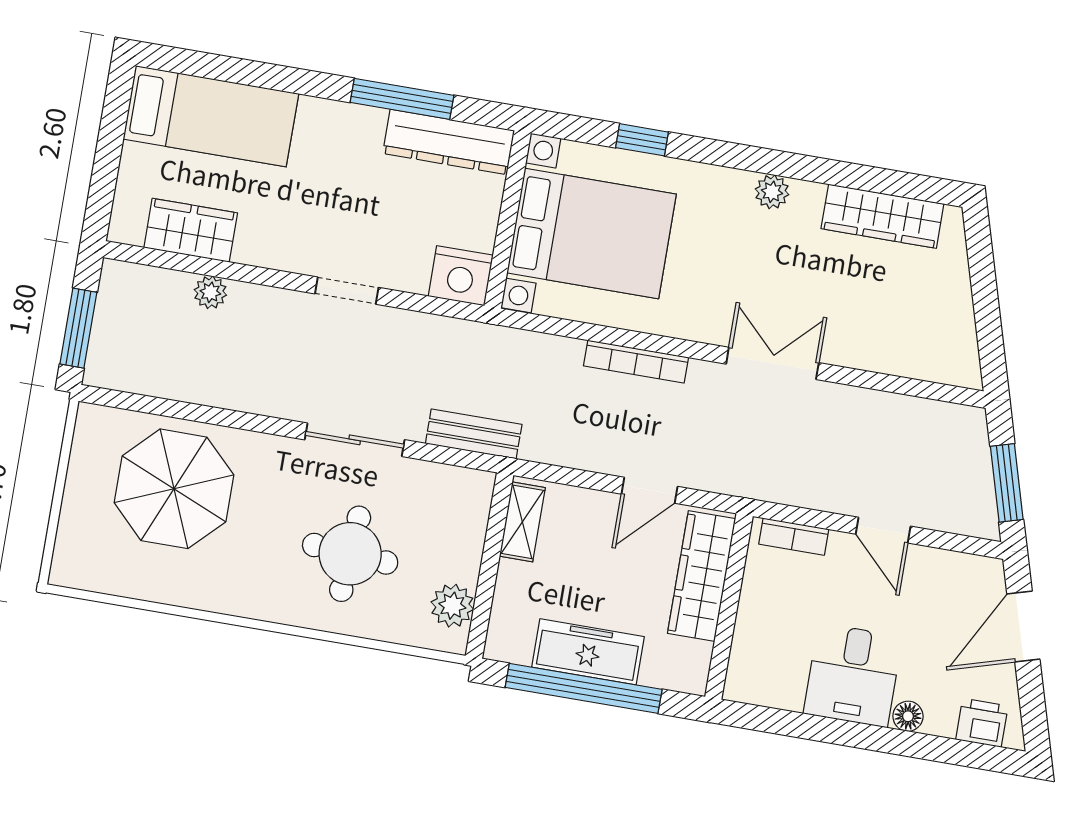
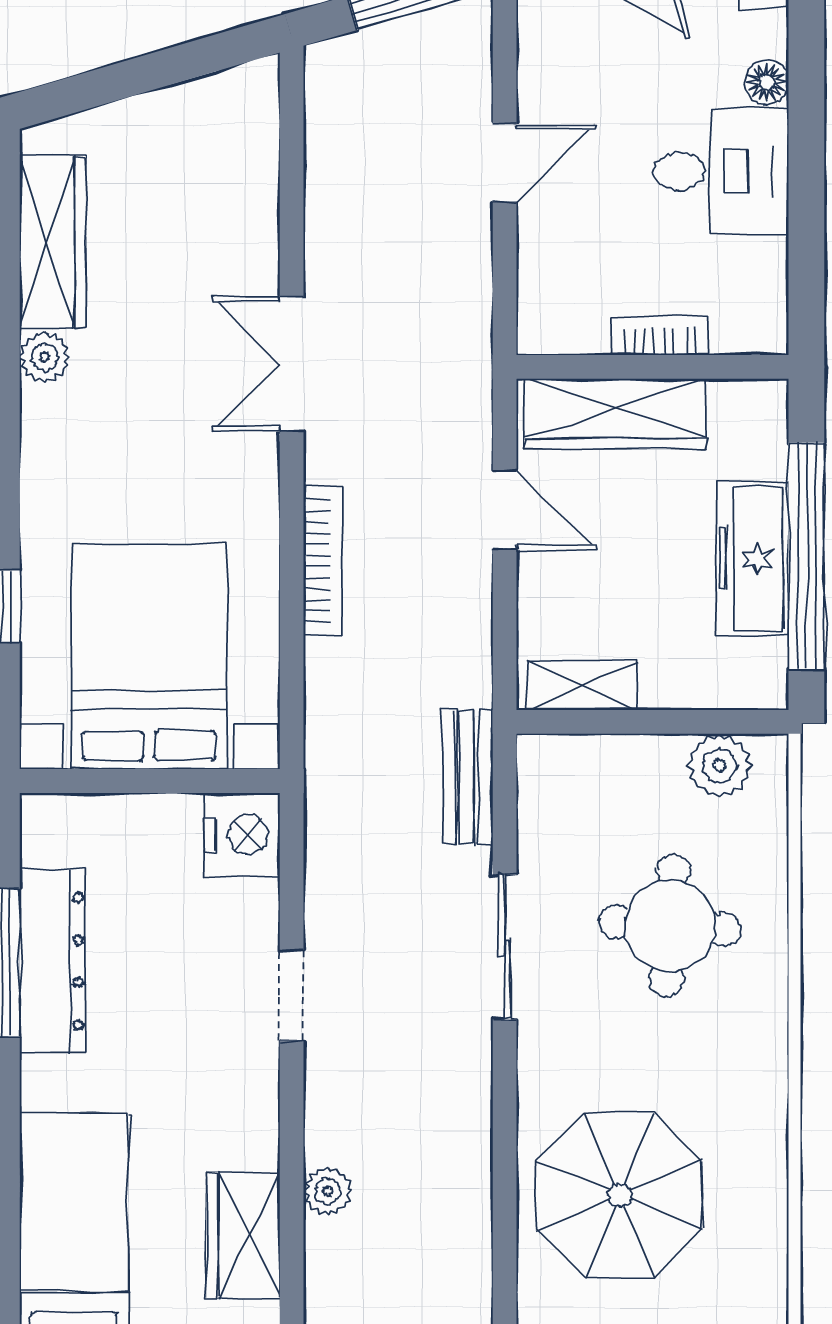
dresser: (449, 142) -> (52, 961), moved
plant: (772, 192) -> (45, 357), moved
bookcase: (794, 537) -> (660, 336), moved, turned -90

